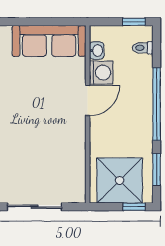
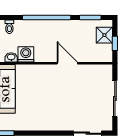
door: (88, 100) -> (67, 63), moved
shower: (120, 180) -> (104, 35), width x0.54, depth x0.54
window: (134, 207) -> (115, 43), moved

